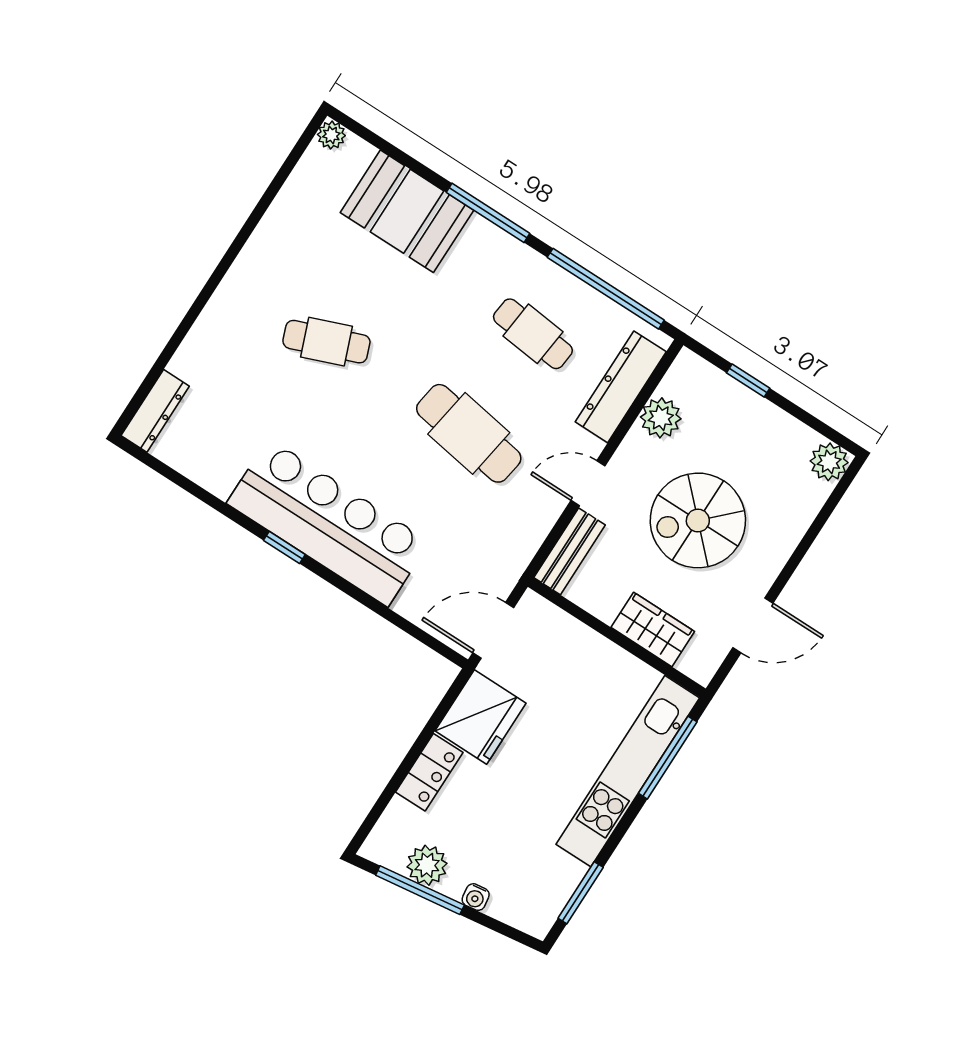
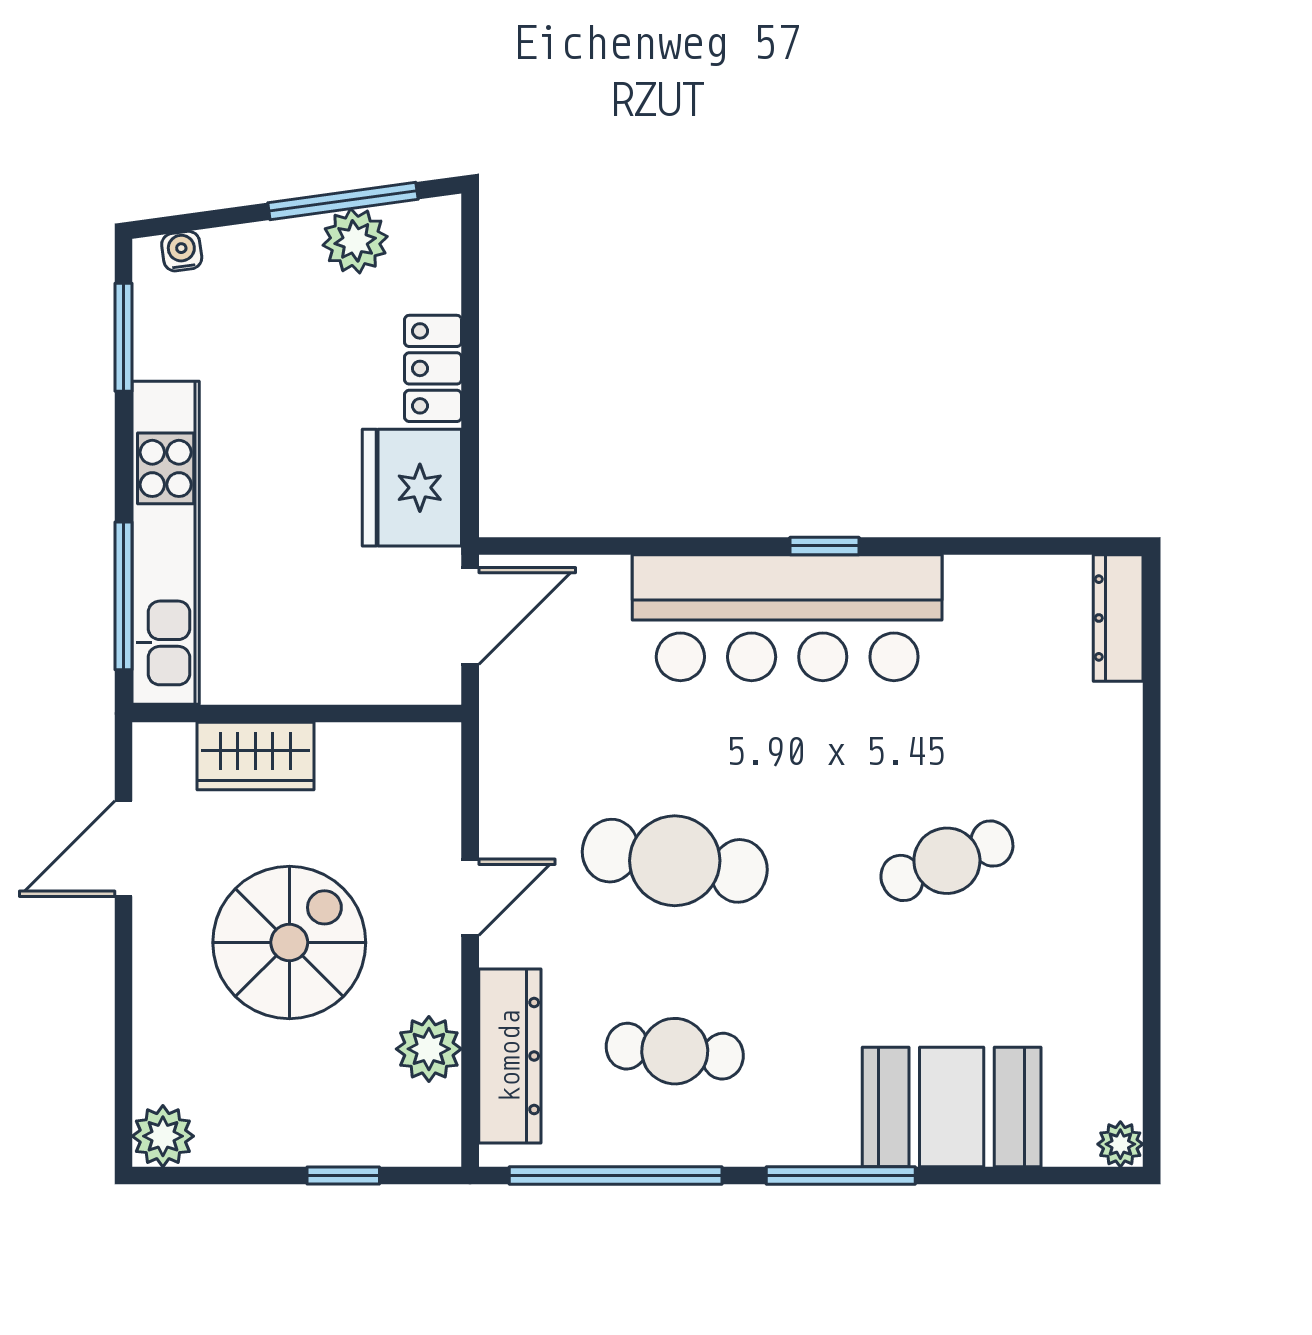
bench: (569, 551) -> (436, 789), removed
water cooler: (476, 897) -> (182, 251), moved

